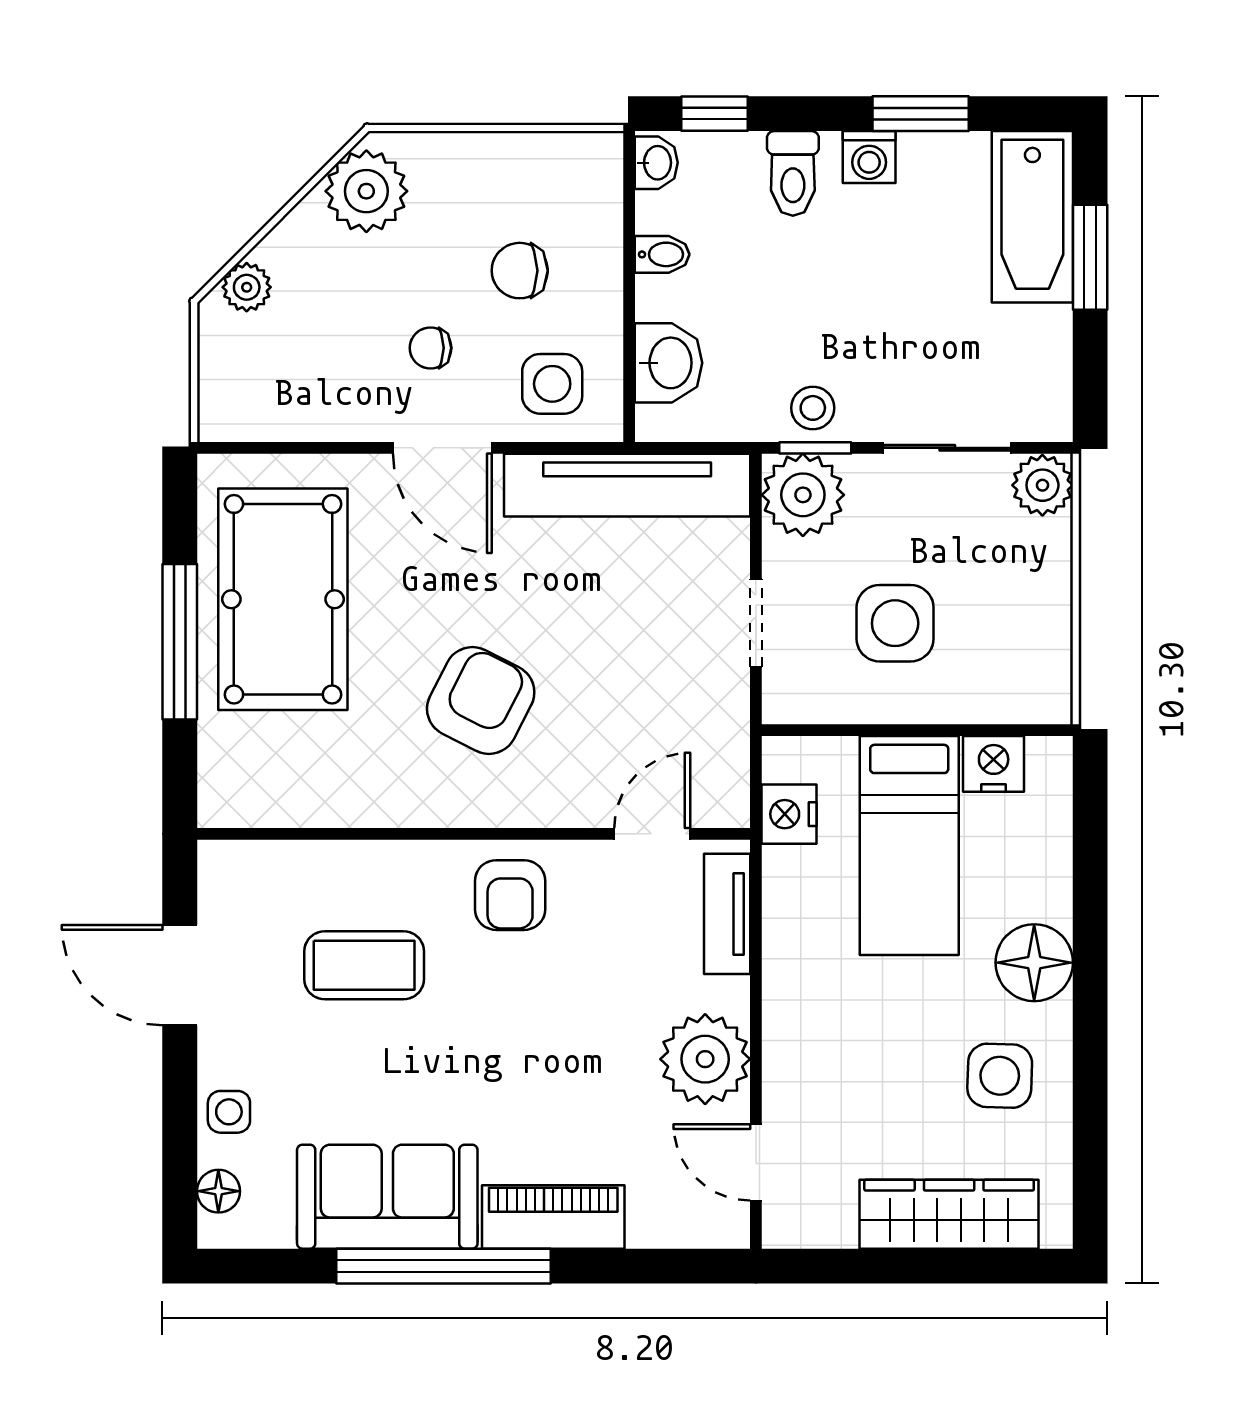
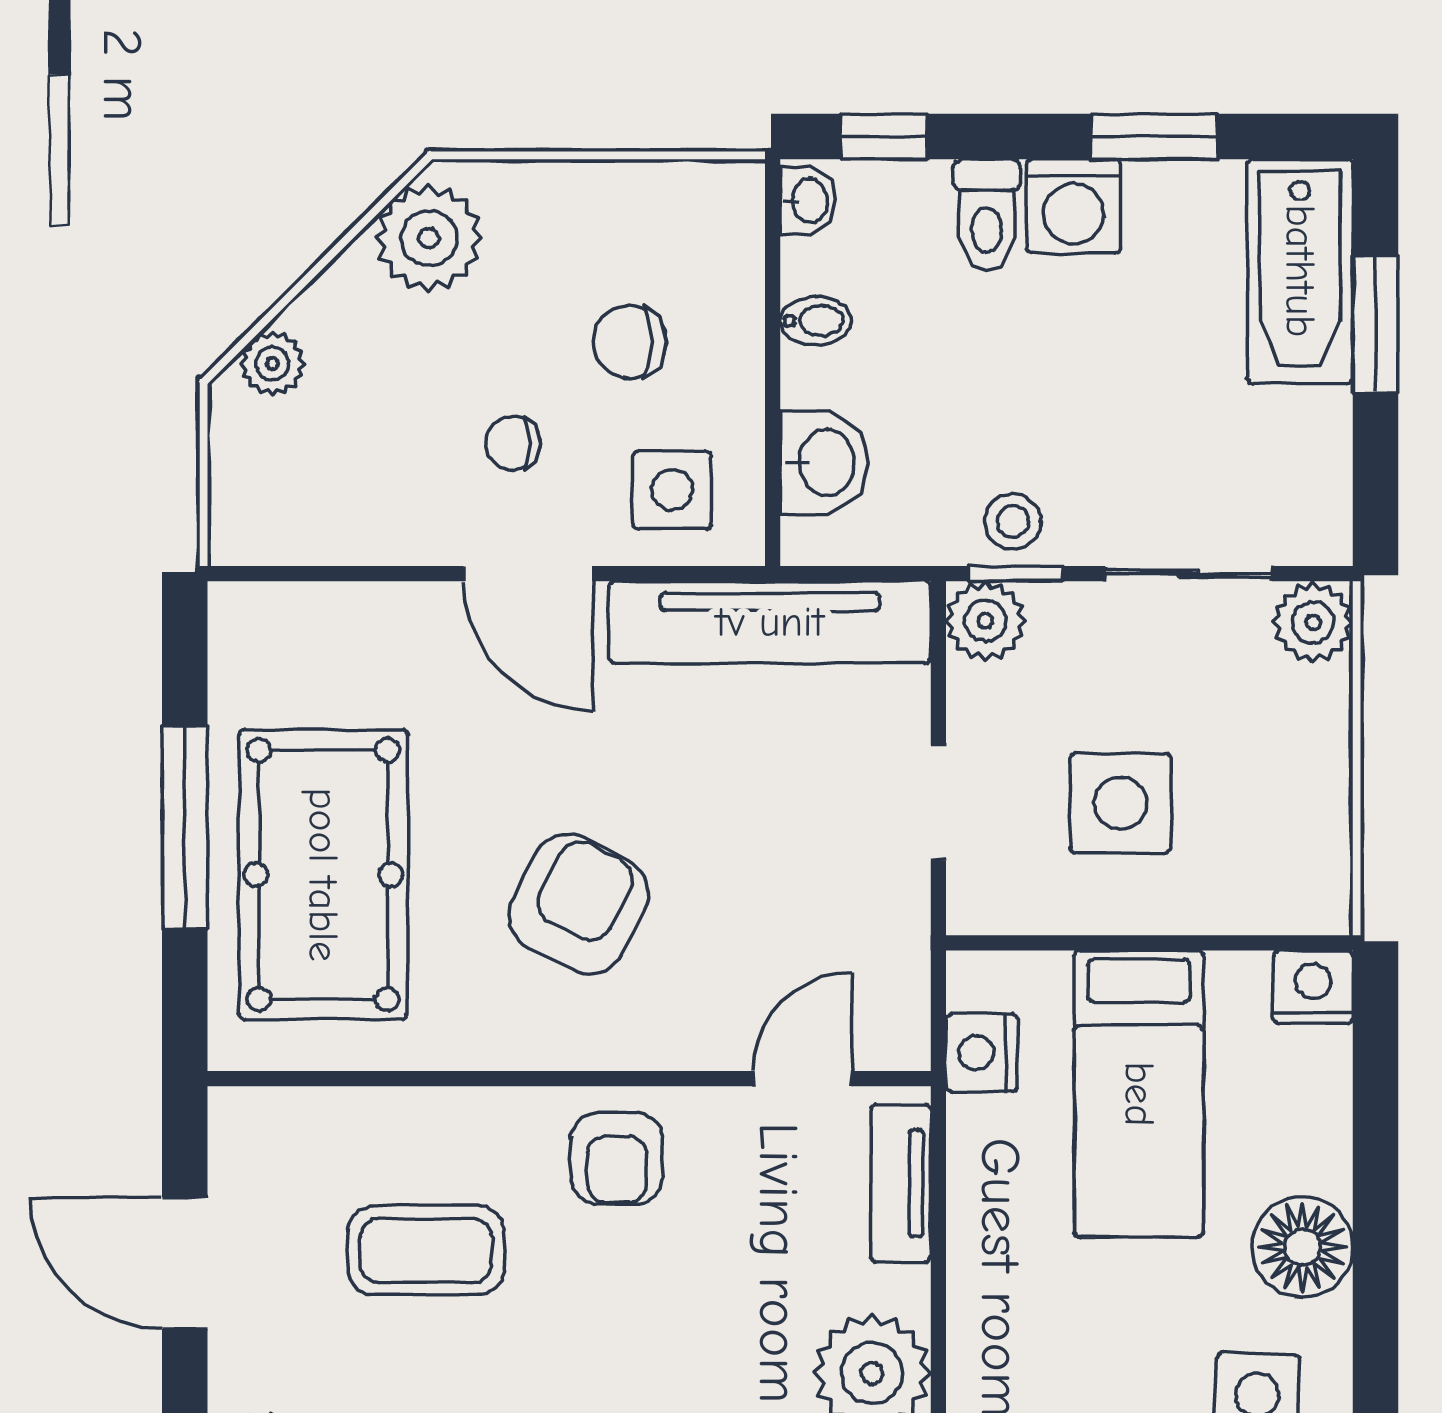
washing machine: (869, 157) -> (1074, 206), width x1.38, depth x1.38
plant: (803, 495) -> (985, 621), width x0.73, depth x0.73
pool table: (283, 599) -> (323, 875), moved
nightstand: (994, 764) -> (1313, 987), moved

